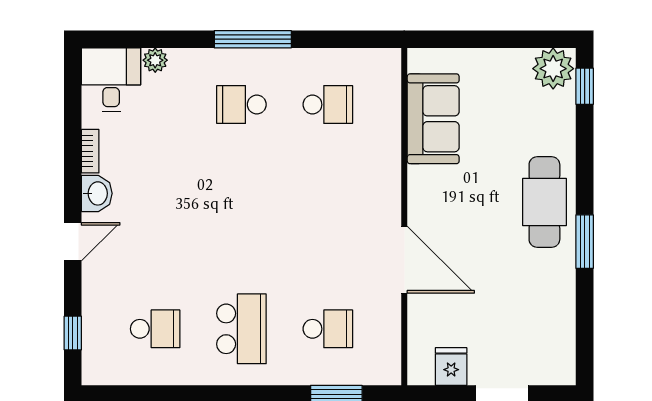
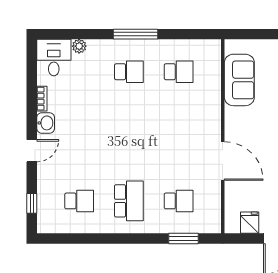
school desk: (241, 105) -> (129, 72), turned 180

